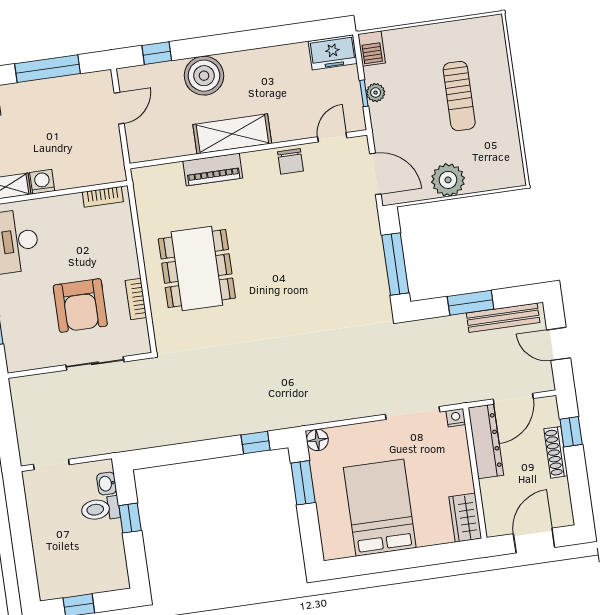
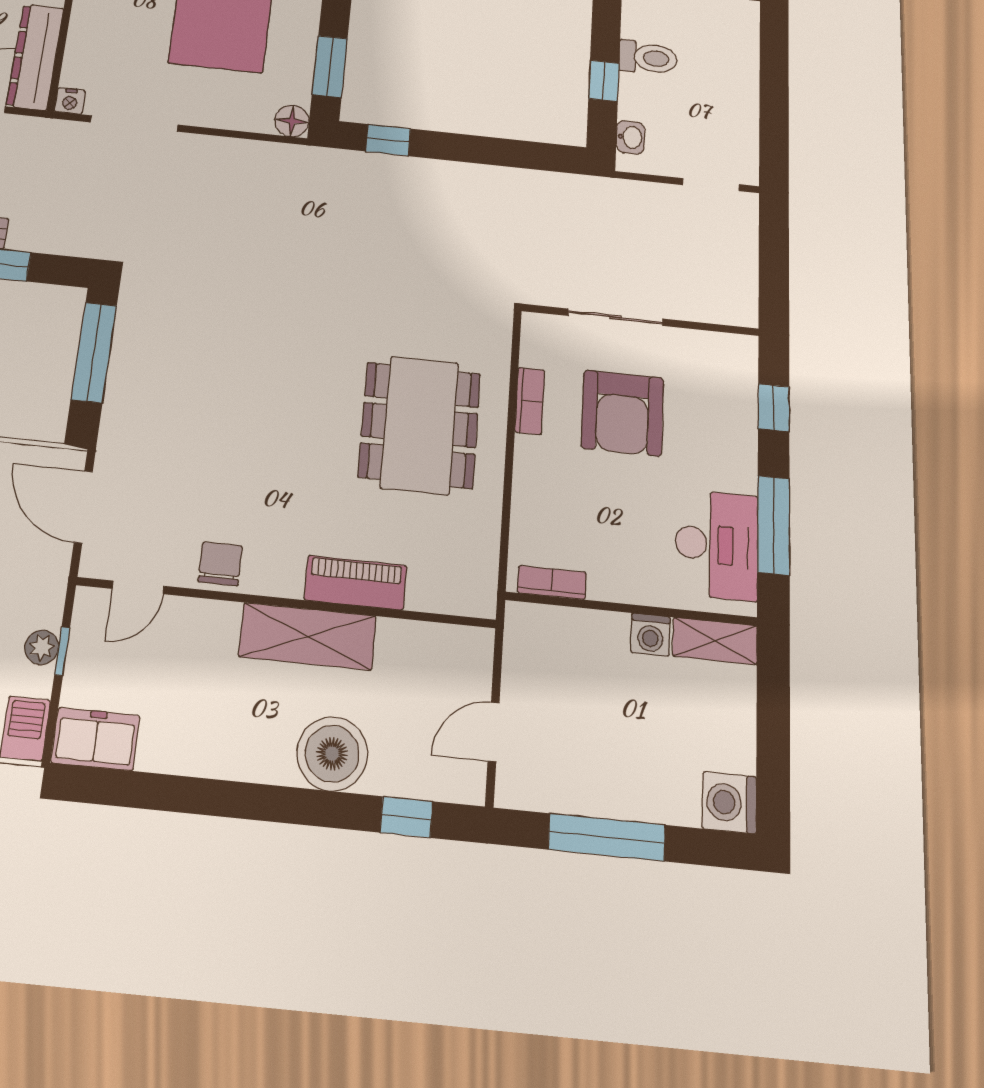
armchair: (80, 305) -> (622, 413), turned 180
toilet: (100, 509) -> (648, 58), moved

